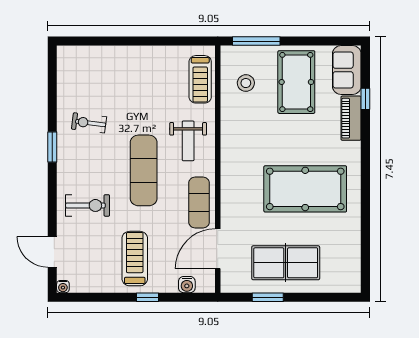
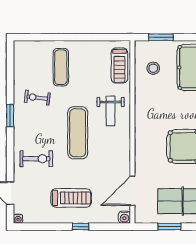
window: (256, 41) -> (161, 37), width x0.69
exercise mat: (199, 202) -> (61, 67), moved
treadmill: (135, 259) -> (71, 198), turned 90
water cooler: (187, 285) -> (124, 217), moved

